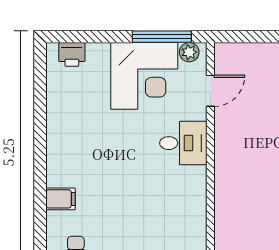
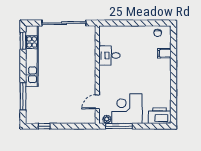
printer: (72, 54) -> (159, 116), width x1.87, depth x1.48
desk: (183, 143) -> (109, 55), moved

